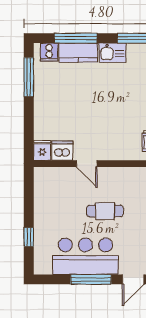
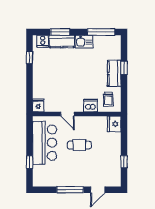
window: (76, 38) -> (60, 32), width x0.69
window: (29, 77) -> (30, 58), width x0.46
dishwasher: (62, 151) -> (91, 106), moved
bar counter: (85, 256) -> (45, 143), moved, turned 90

